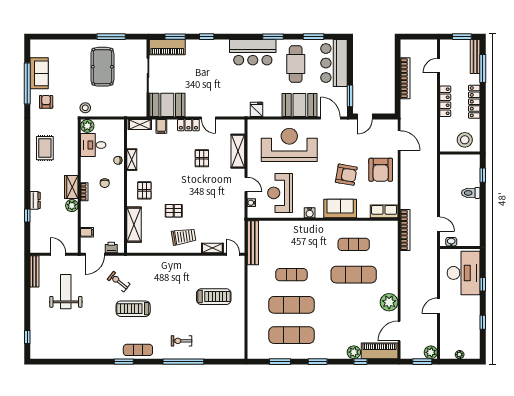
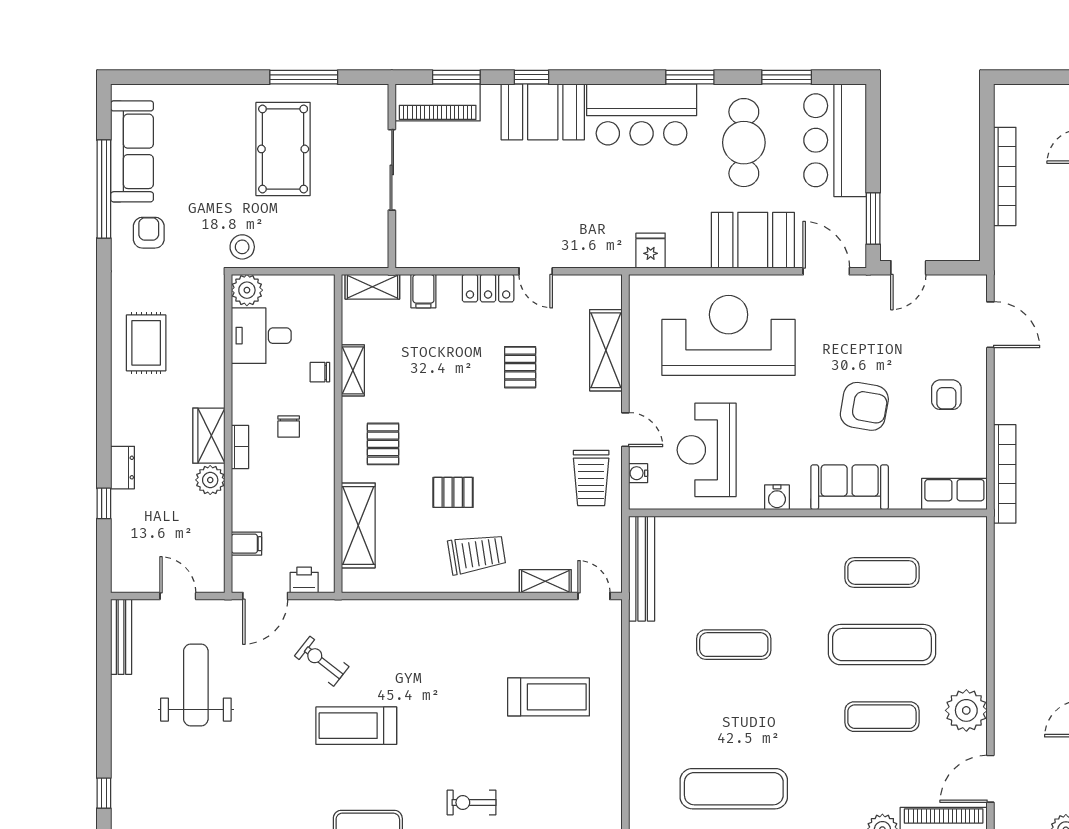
sofa: (39, 73) -> (132, 151), width x1.36
booth: (167, 105) -> (543, 112), moved
armchair: (381, 170) -> (946, 395), width x0.53, depth x0.53
trolley: (232, 205) -> (591, 478), added
bookcase: (405, 230) -> (1005, 474), moved
exercise mat: (291, 305) -> (882, 717), moved, width x0.73, depth x0.69

